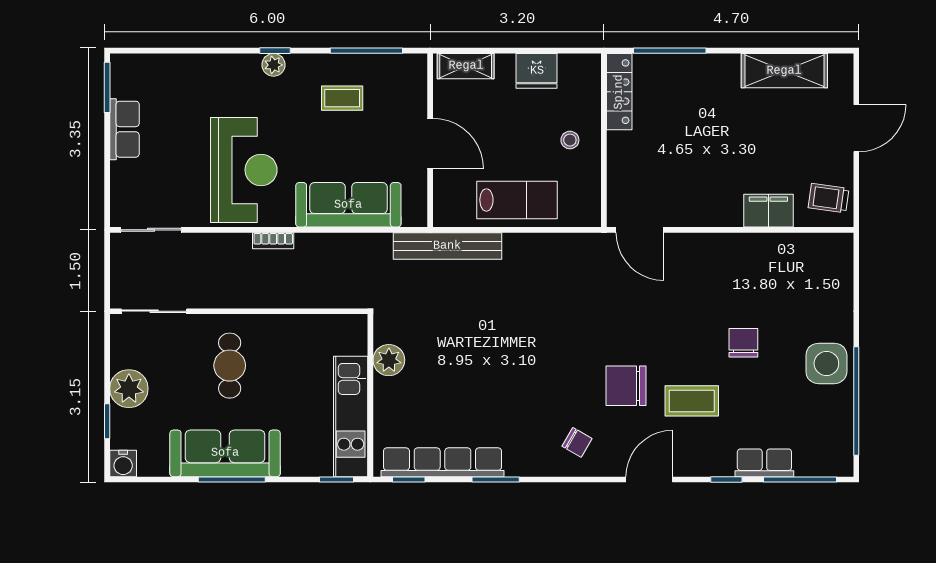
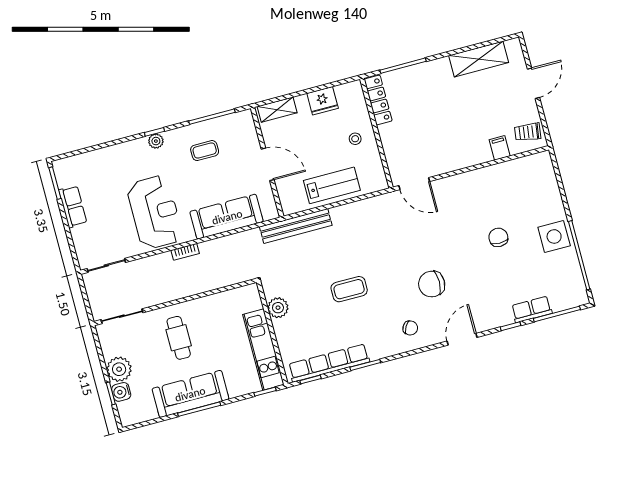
filing cabinet: (768, 211) -> (500, 148), width x0.50
coffee table: (692, 401) -> (349, 289), moved
water cooler: (123, 463) -> (121, 392), moved, turned 90

